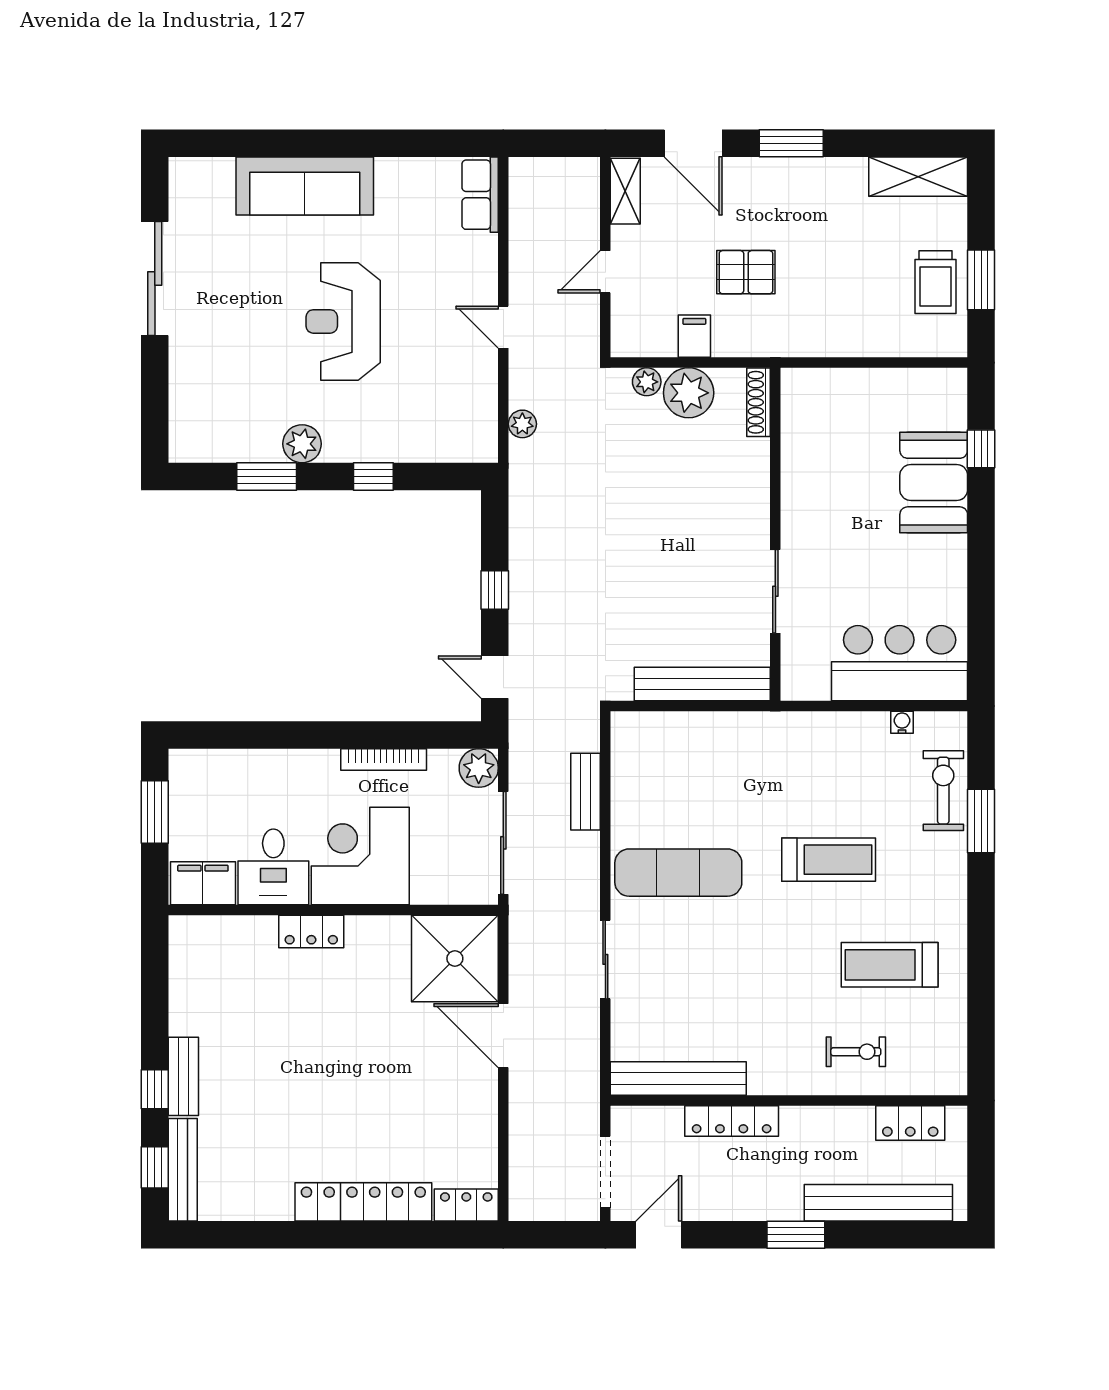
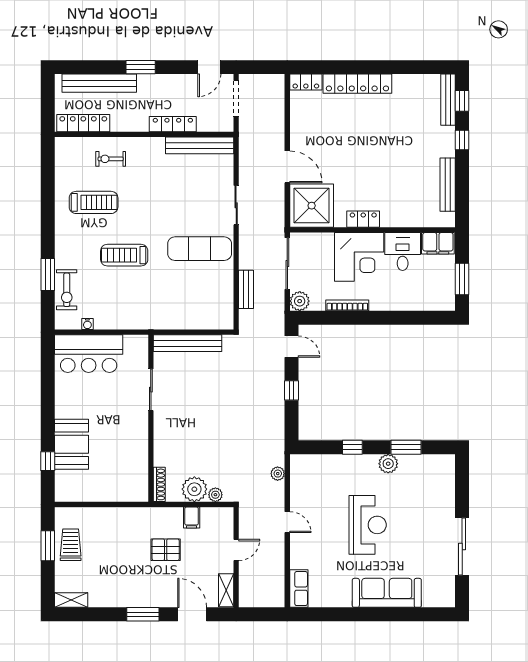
shelving: (918, 177) -> (71, 600), width x0.67, depth x0.75
locker: (311, 932) -> (363, 219), moved
bench: (183, 1076) -> (448, 185), moved, width x1.36
locker: (910, 1123) -> (83, 123), width x1.53

